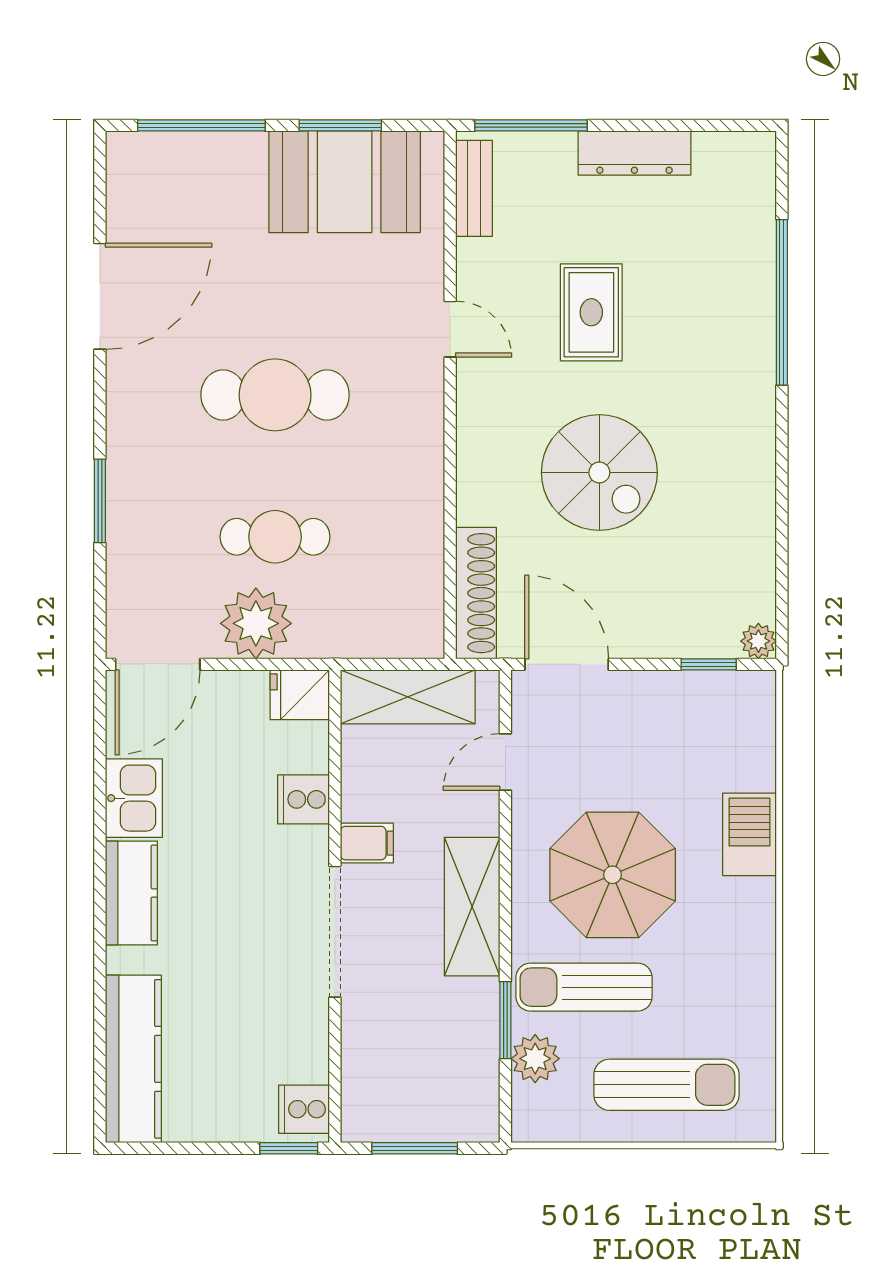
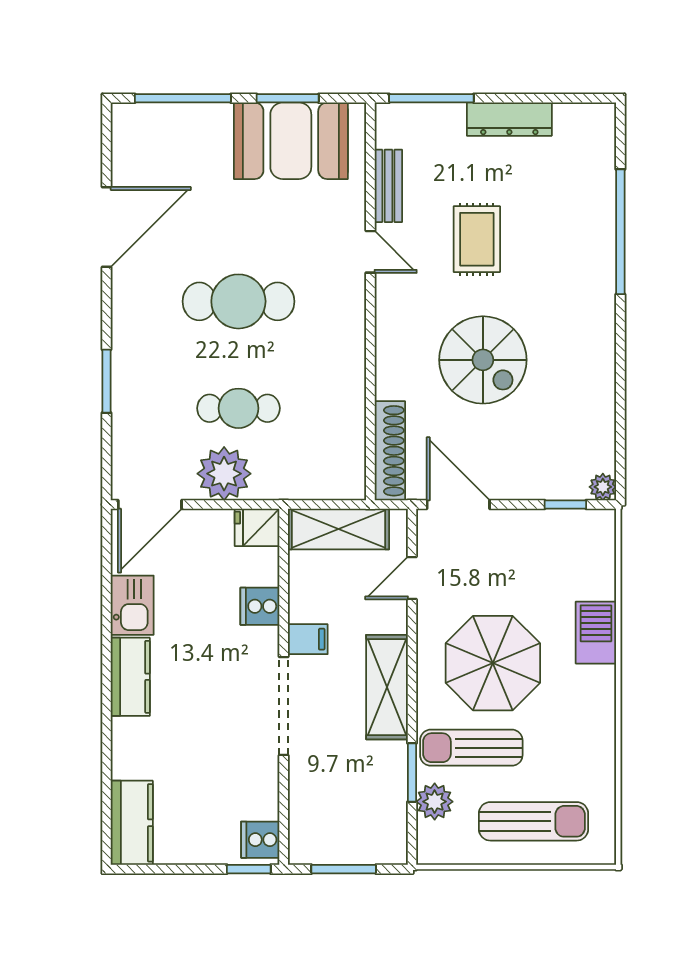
bench: (474, 188) -> (388, 186), moved
kitchen counter: (133, 1059) -> (132, 823), width x0.67

